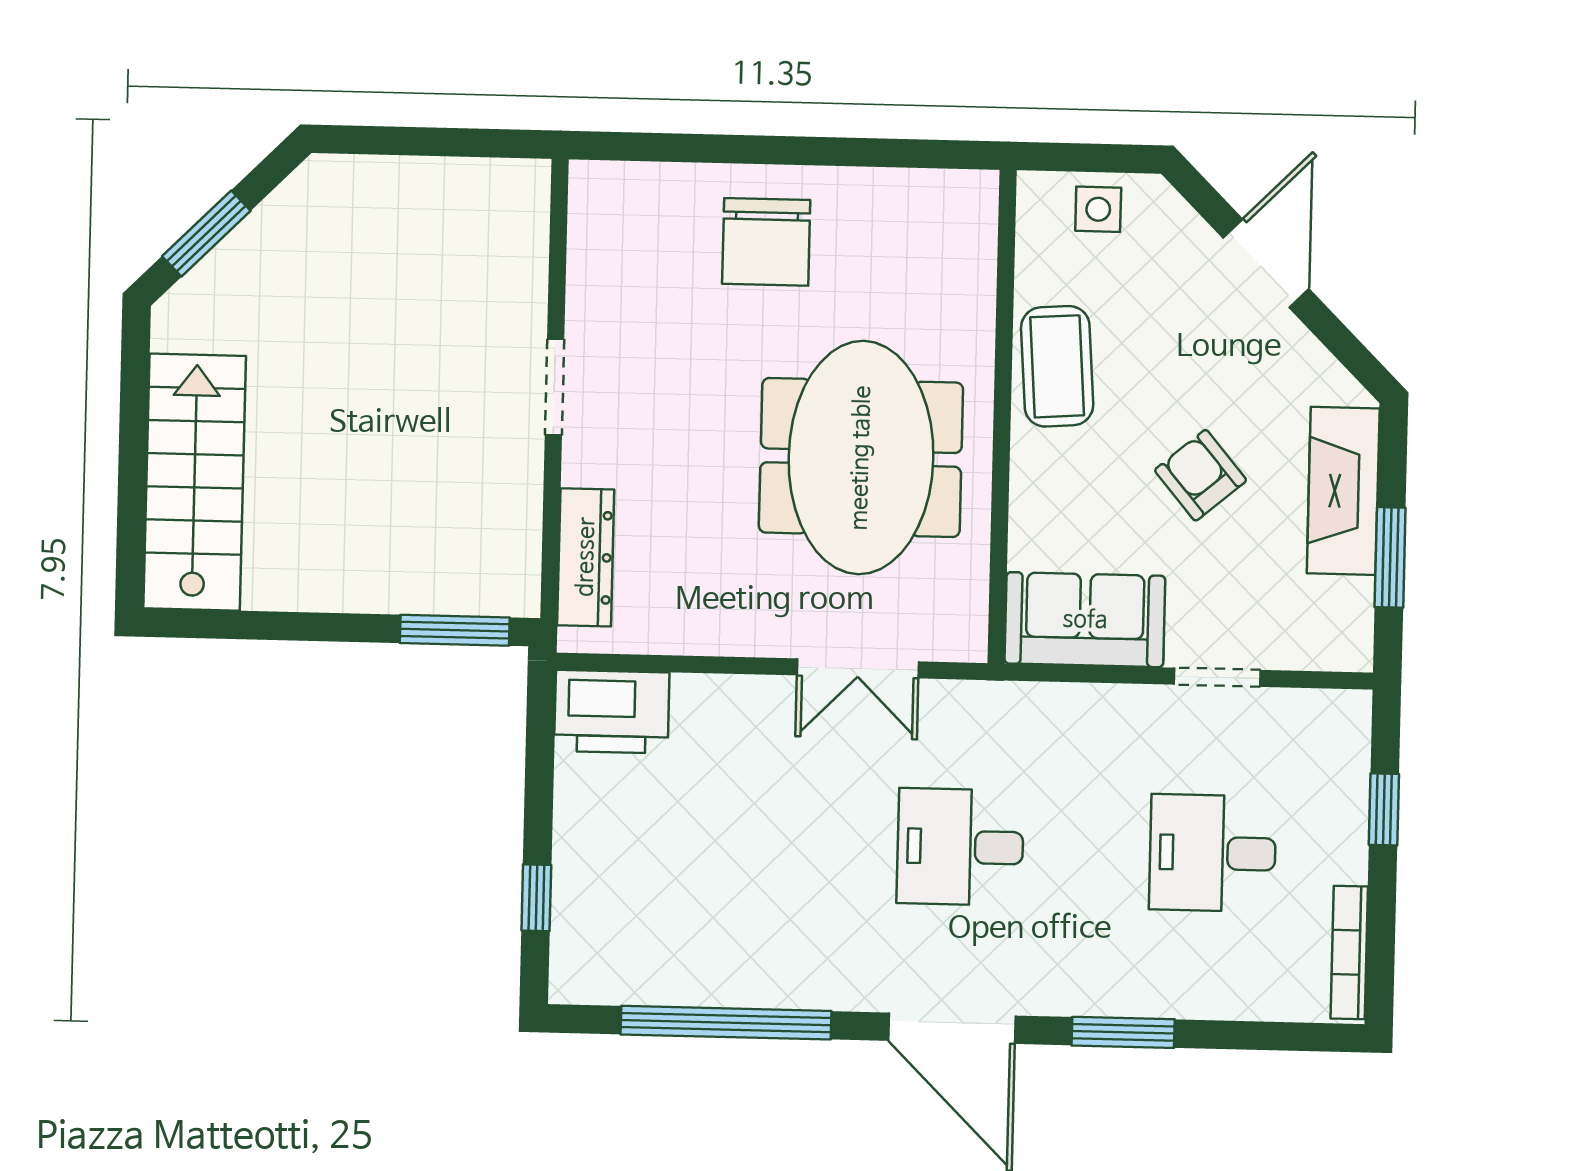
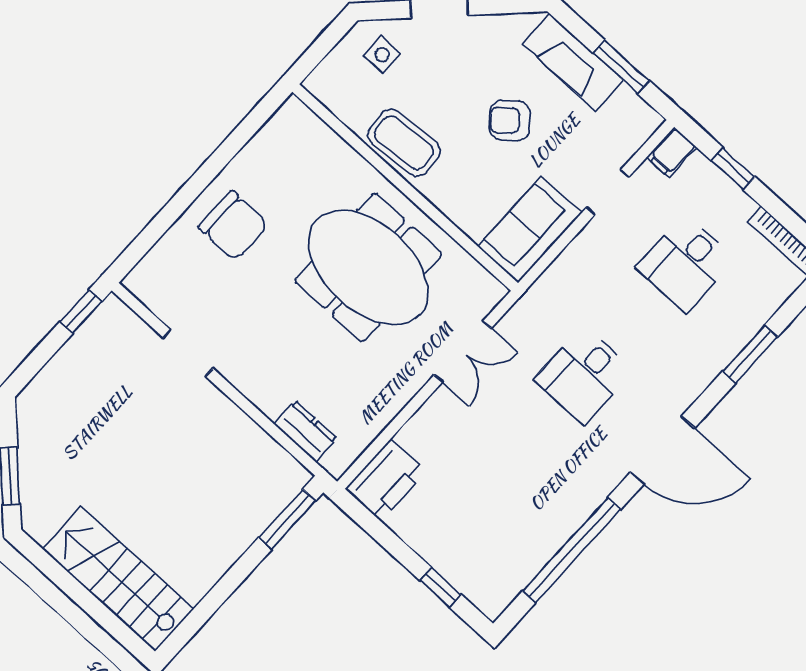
window: (491, 143) -> (81, 311), added
side table: (1098, 209) -> (382, 55), moved
doorway: (554, 387) -> (188, 353), moved
dresser: (586, 557) -> (306, 431), width x0.70
filing cabinet: (1338, 715) -> (672, 152), added
window: (1123, 1032) -> (750, 354), moved

